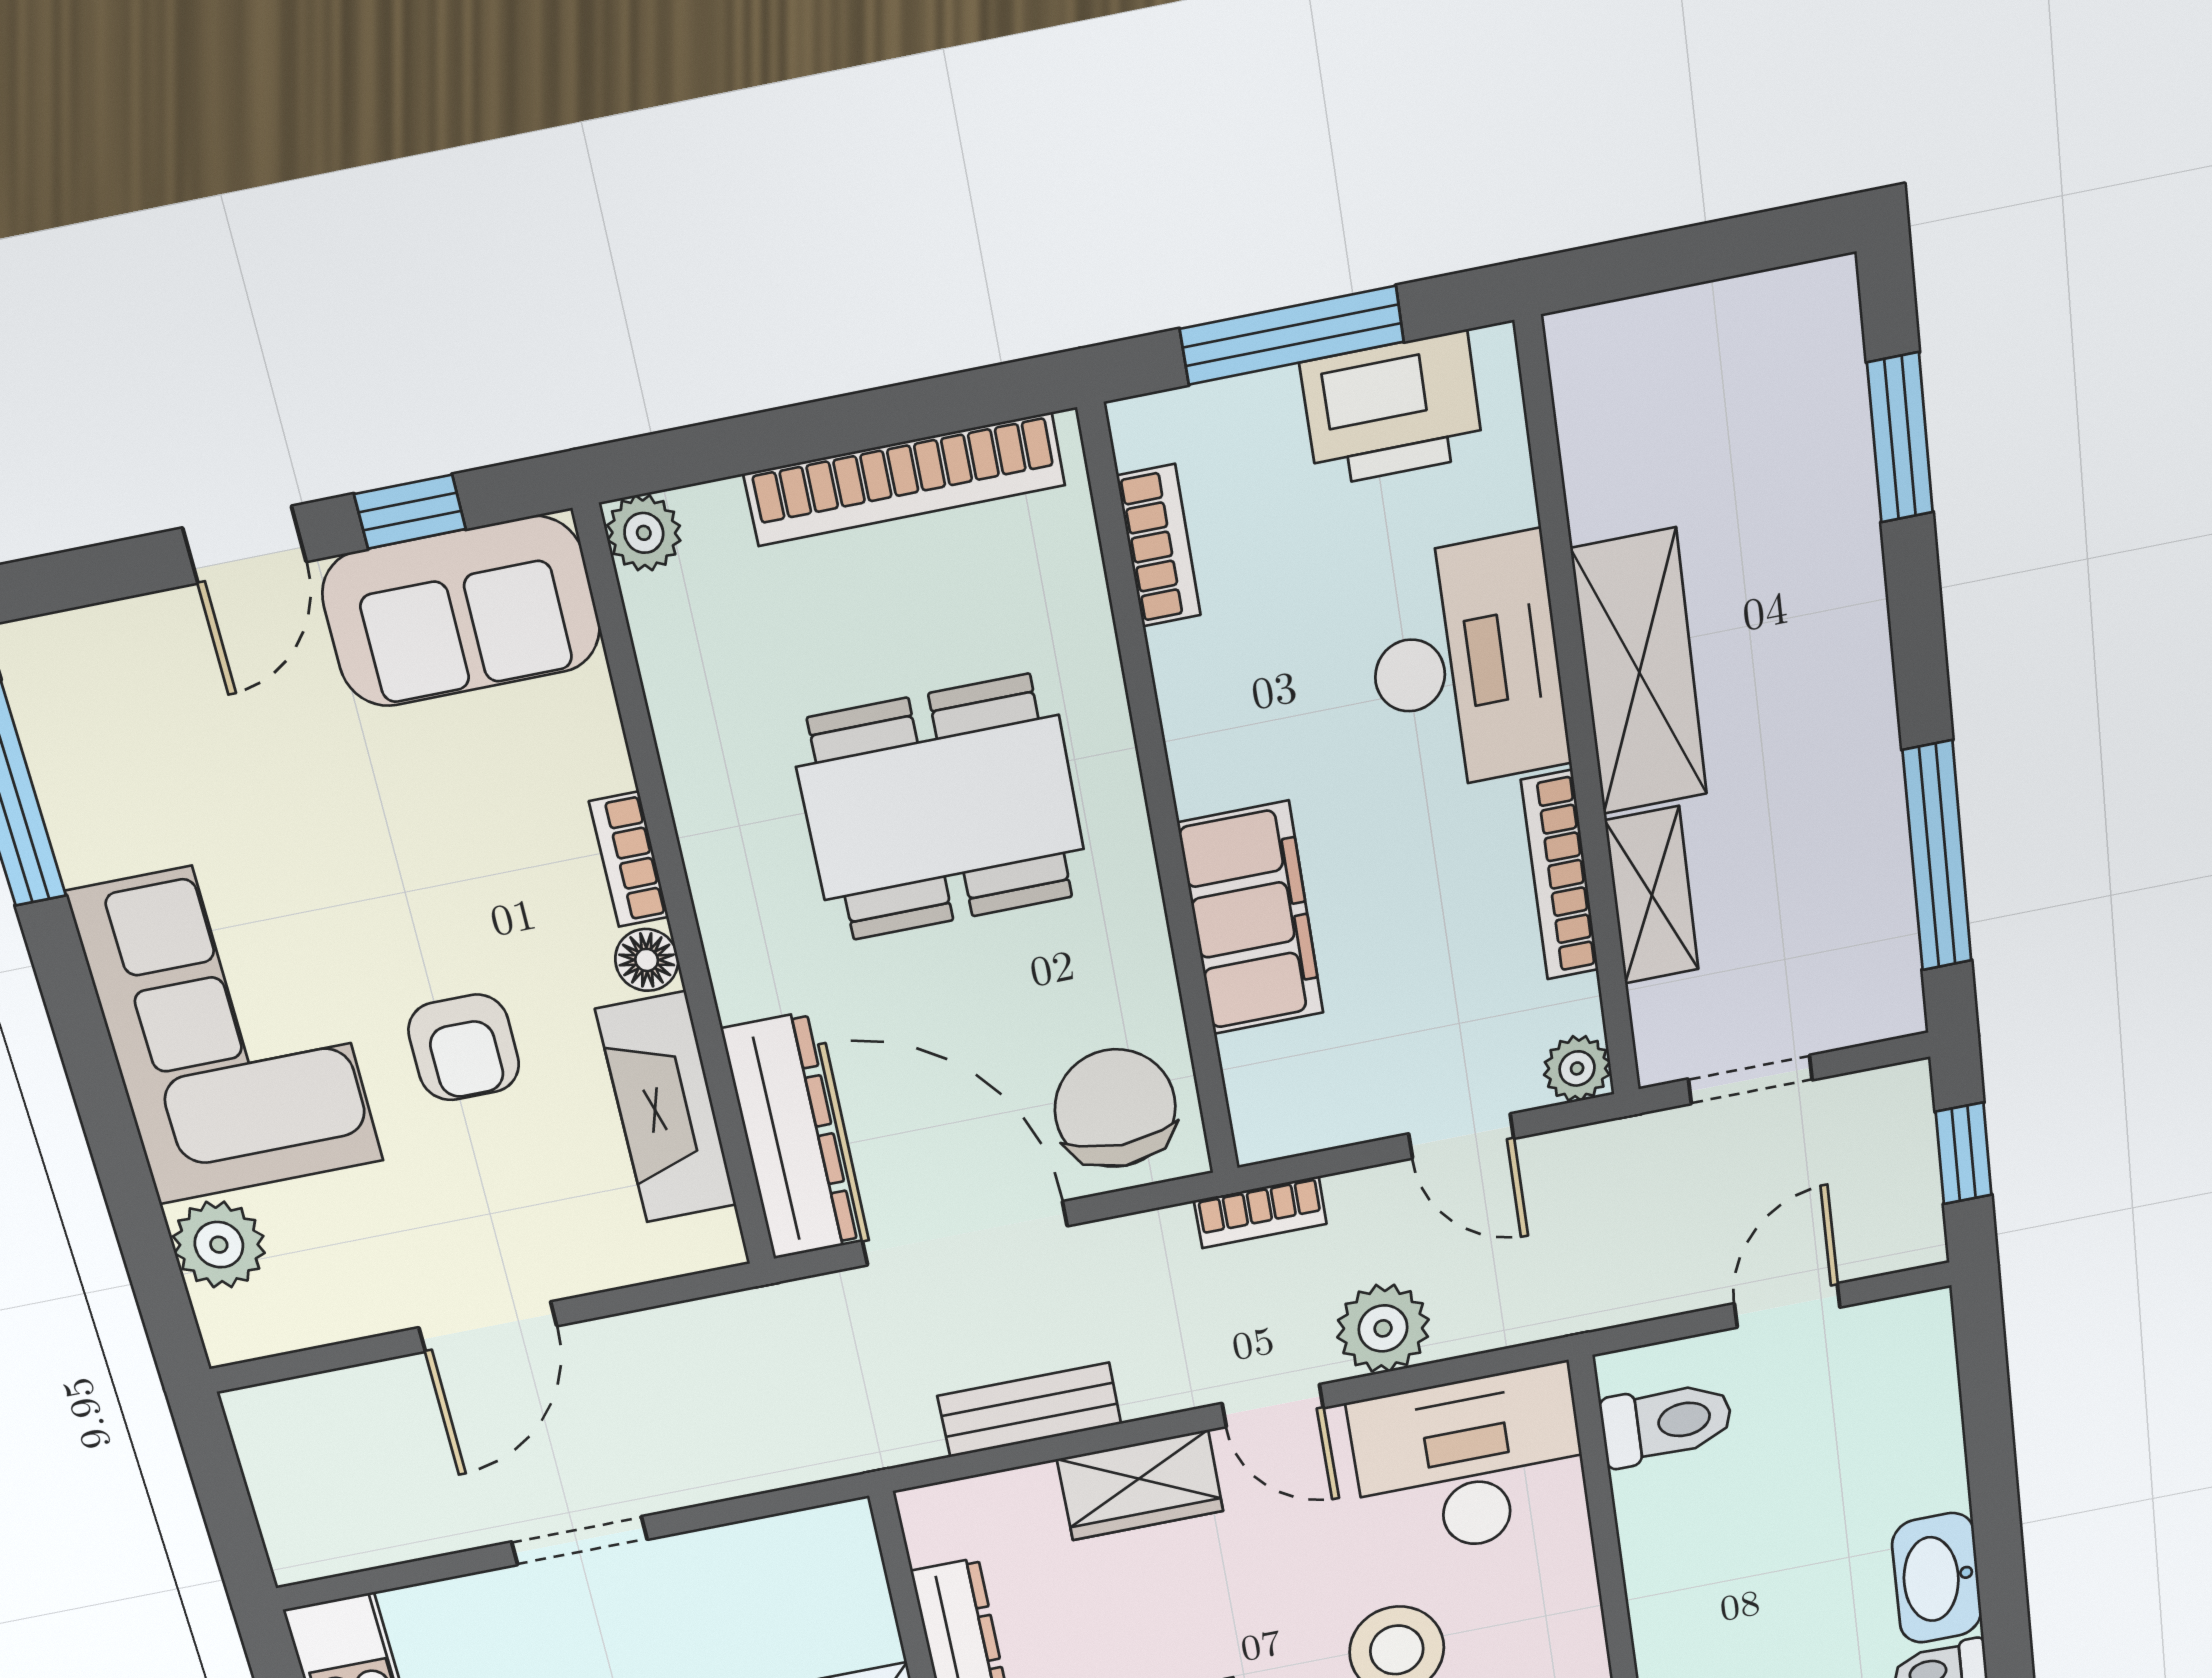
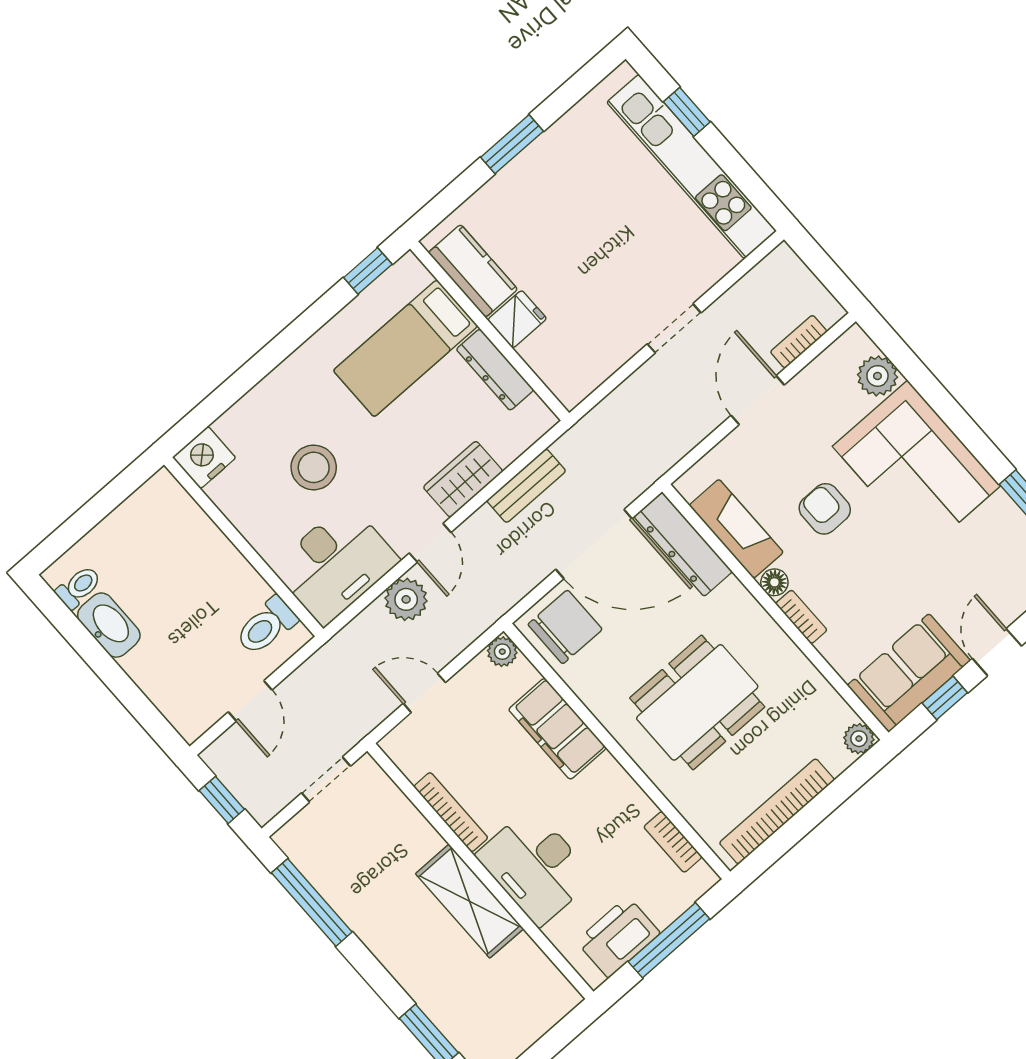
shelving: (1652, 895) -> (411, 825), removed
plant: (1577, 1068) -> (502, 652), moved
chair: (1115, 1108) -> (565, 627), turned -90
bookcase: (1260, 1212) -> (799, 342), moved
door: (1273, 1406) -> (430, 543), swing flipped

